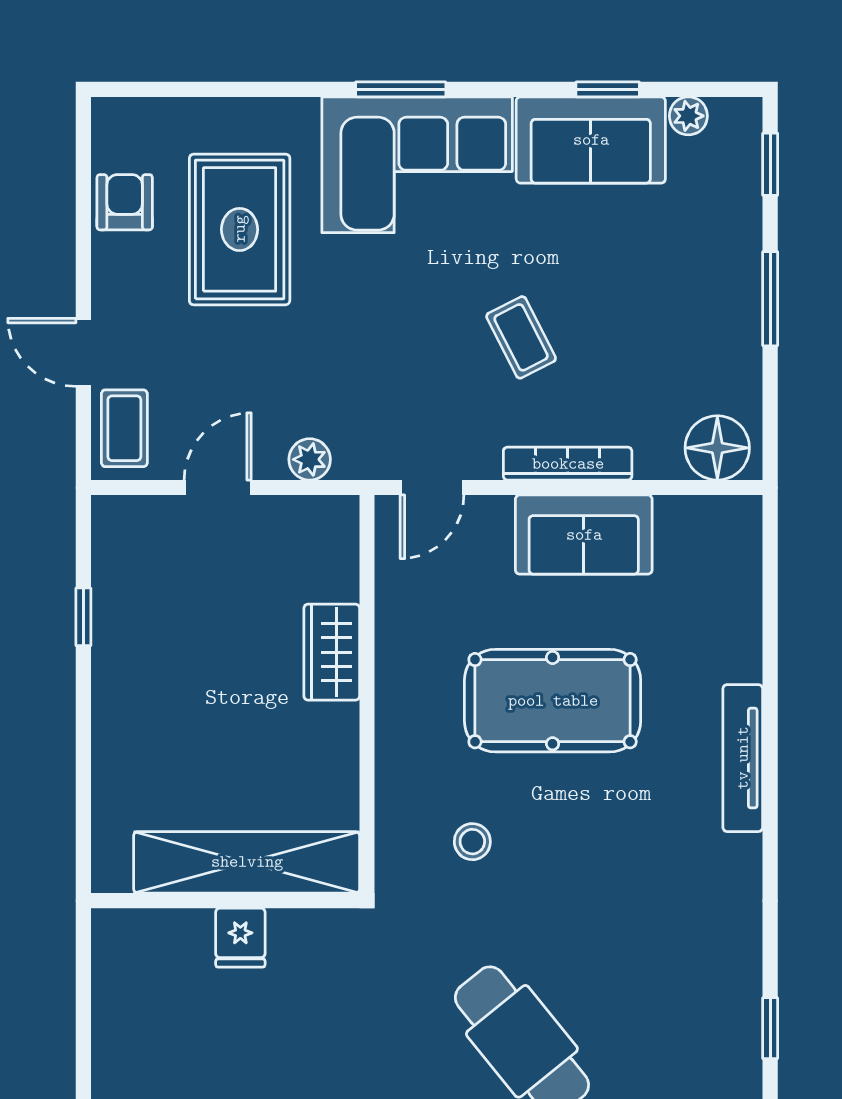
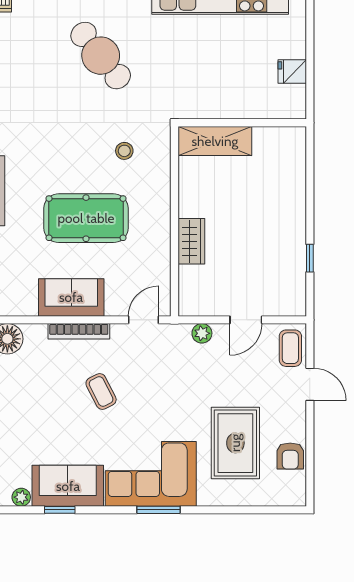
shelving: (247, 862) -> (215, 141), width x0.68
fridge: (240, 938) -> (292, 71), moved, turned -90

